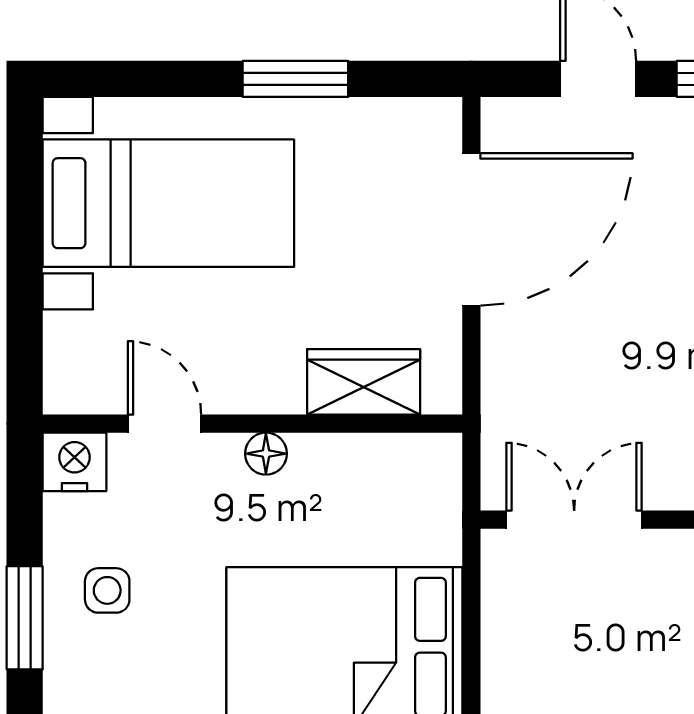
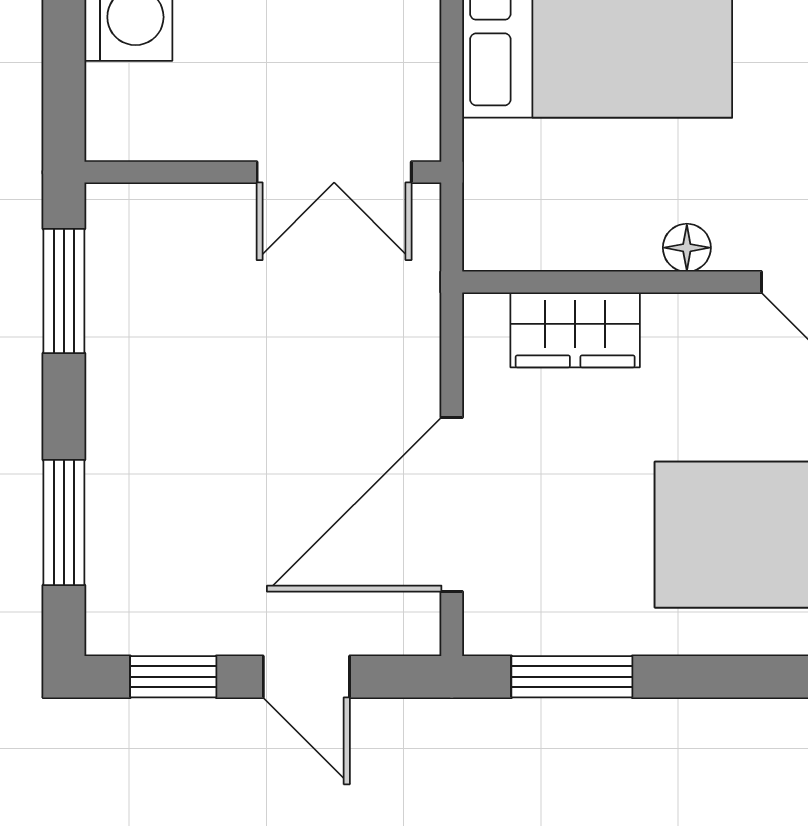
window: (295, 79) -> (572, 677), moved

